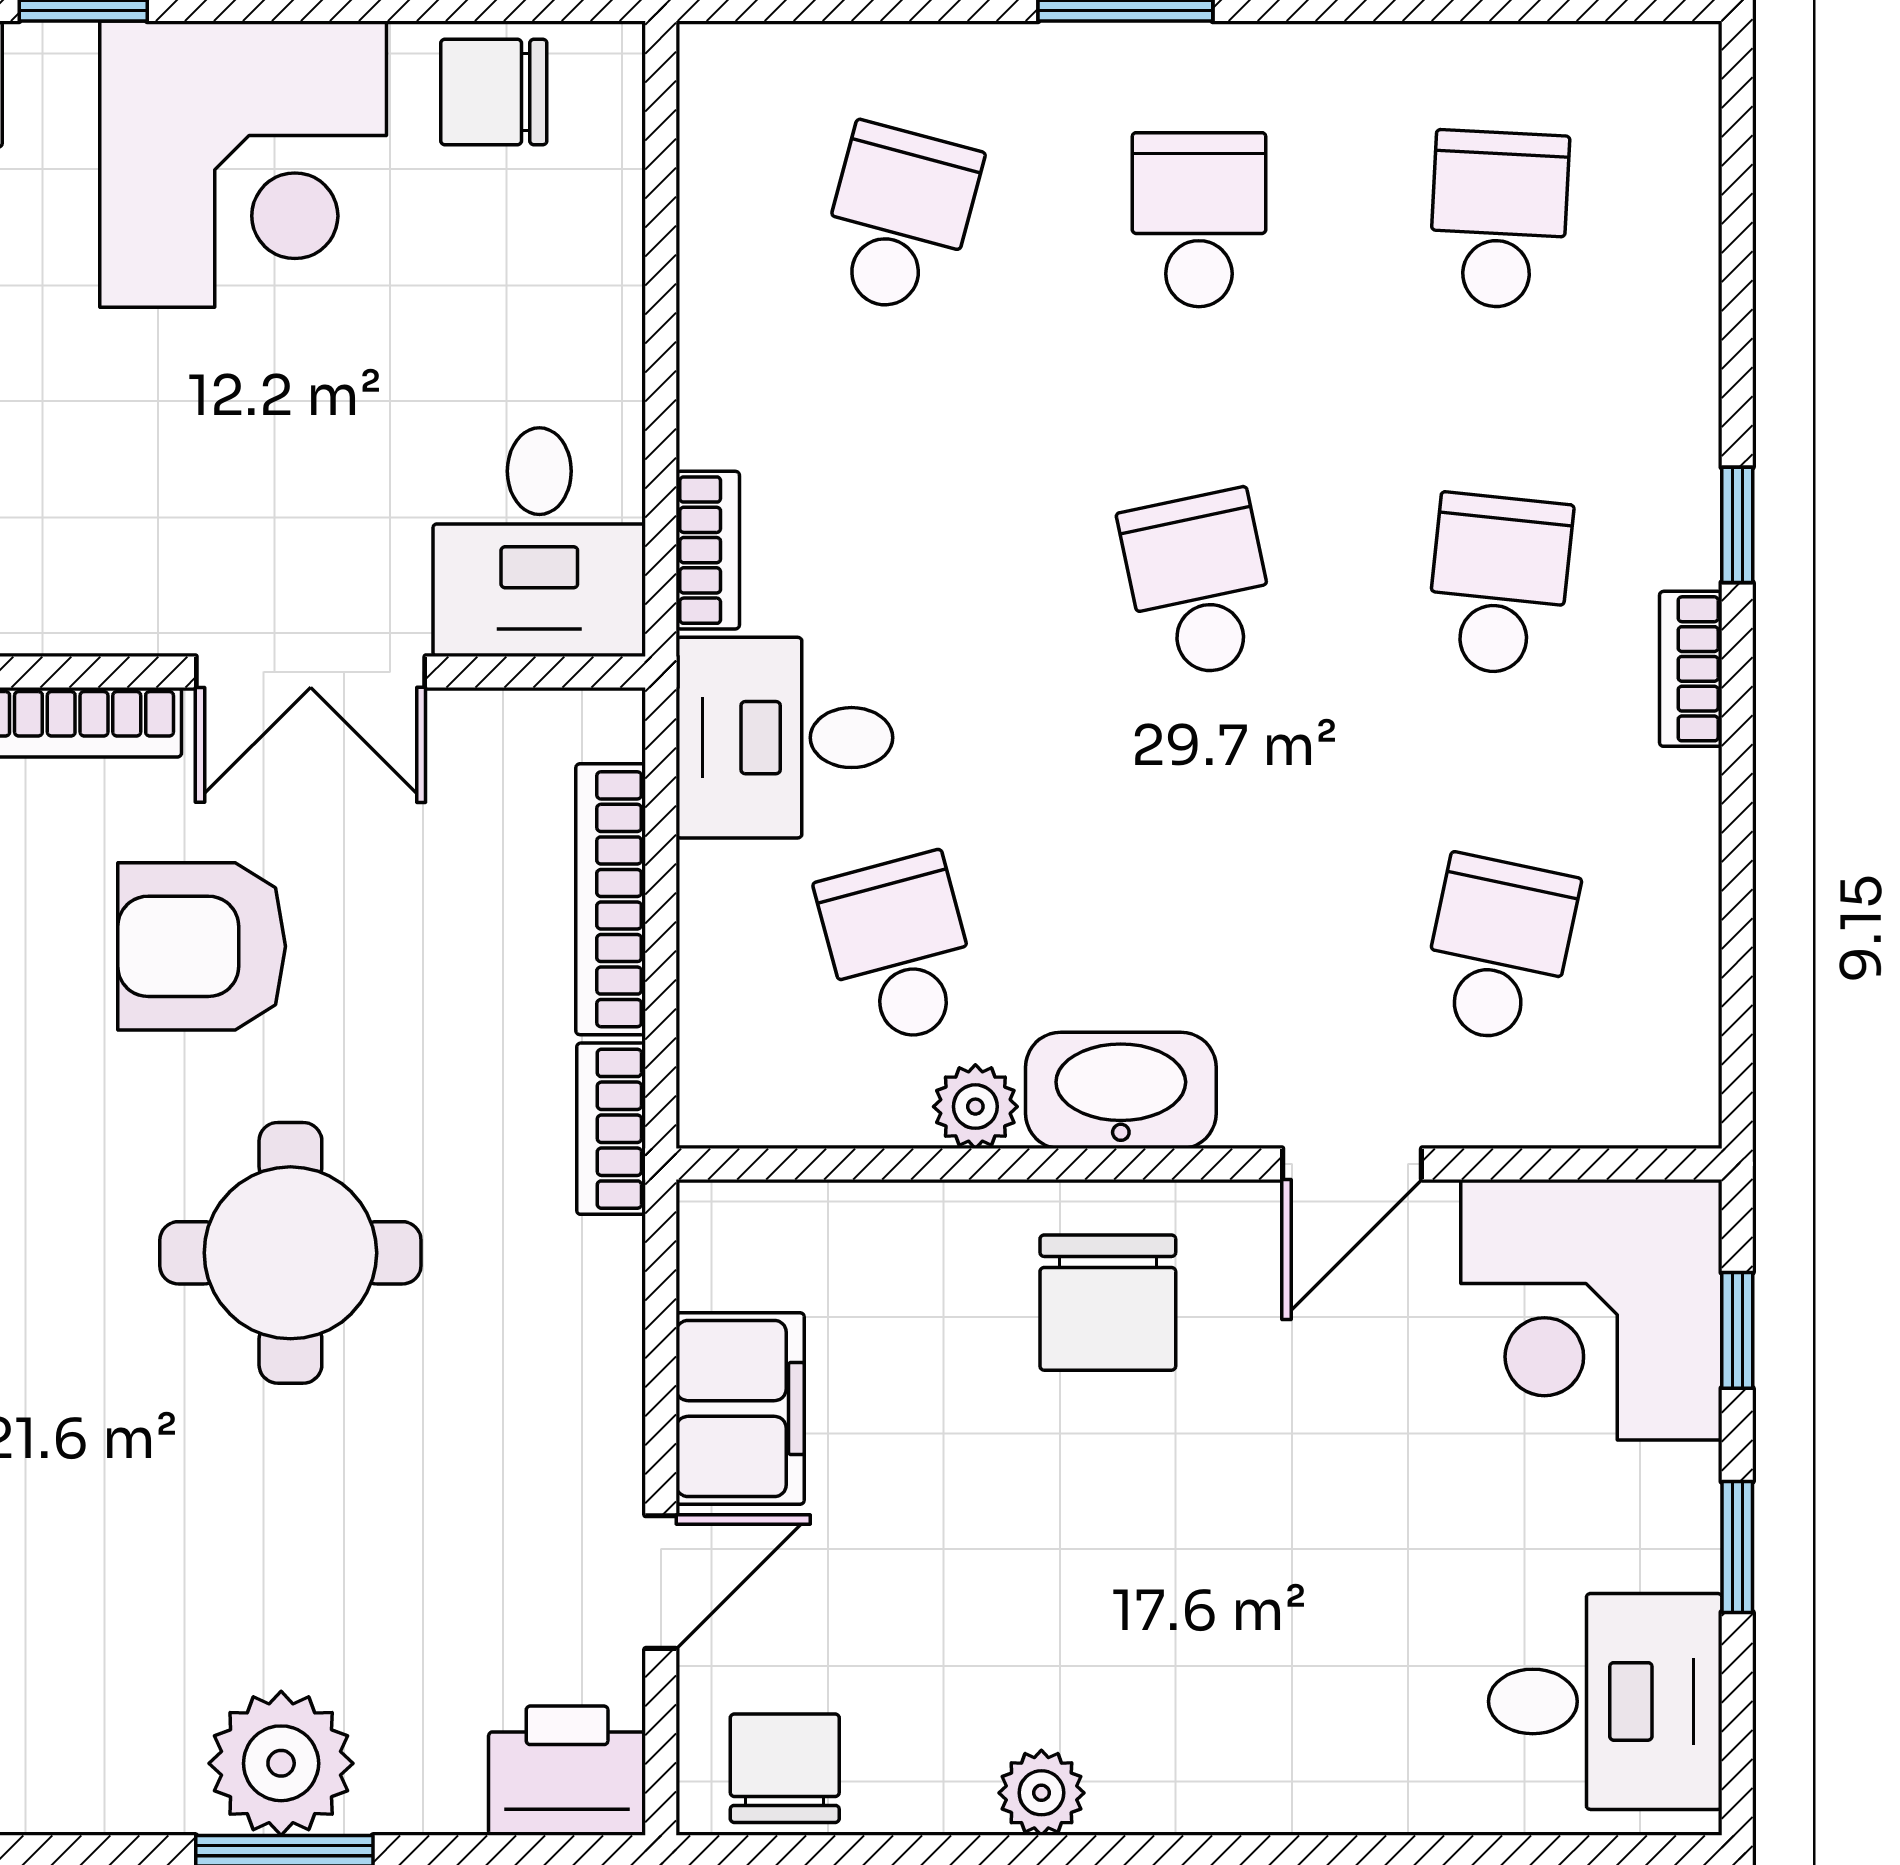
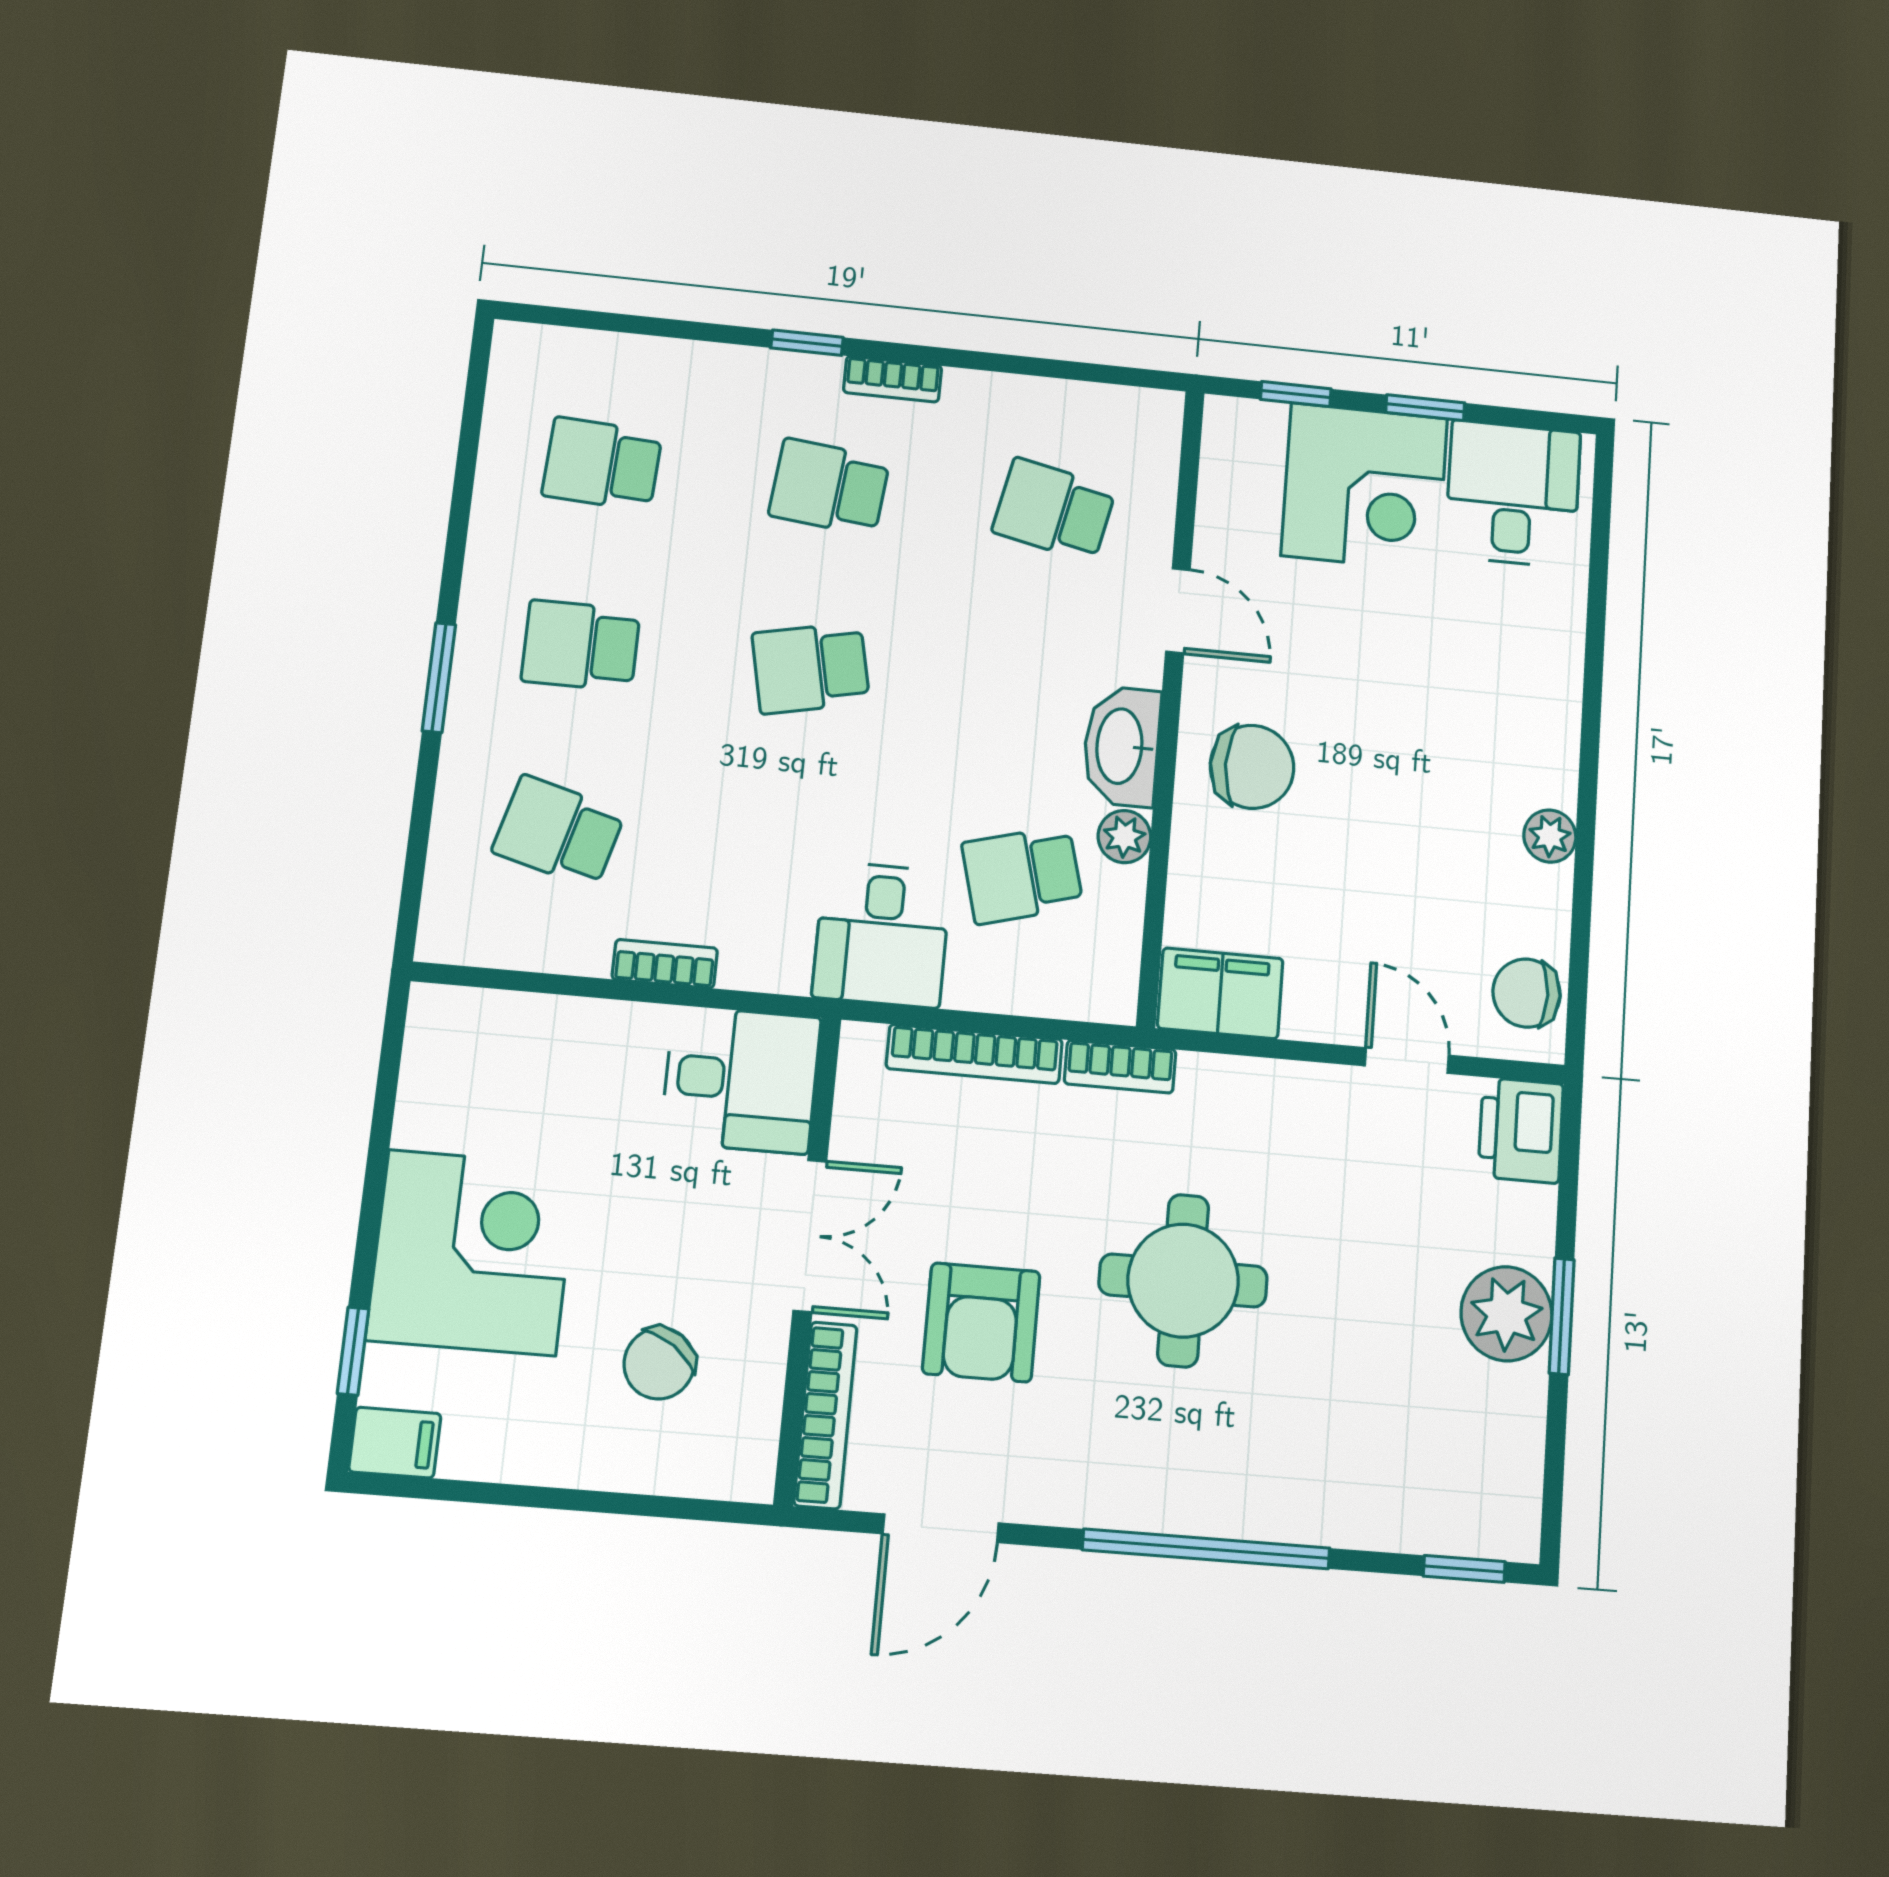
chair: (494, 92) -> (659, 1363), moved, turned 35
bookcase: (708, 550) -> (665, 964), moved
corner desk: (1591, 1310) -> (1365, 487), moved
filing cabinet: (740, 1409) -> (1220, 993), moved

